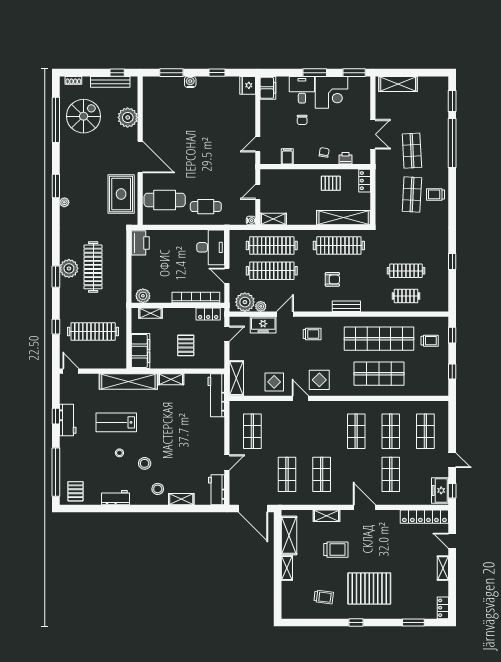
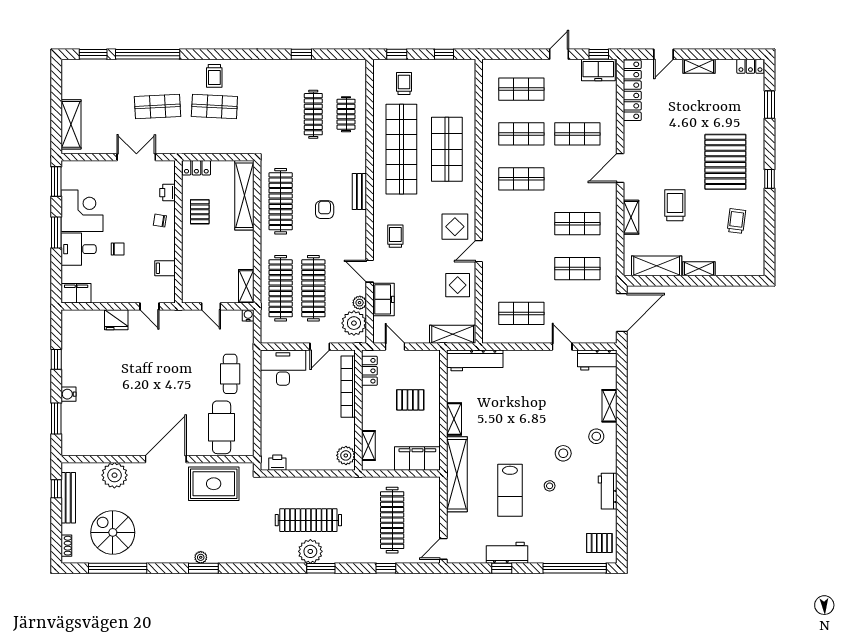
fridge: (248, 85) -> (116, 320), moved
plant: (64, 202) -> (201, 557), moved
printer: (140, 243) -> (277, 463), width x0.53, depth x0.68

